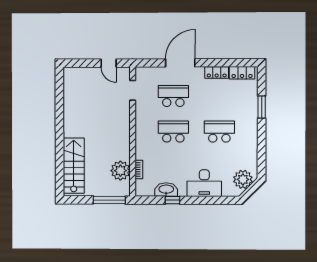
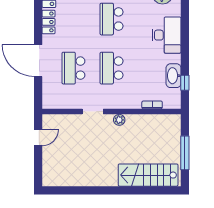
doorway: (133, 90) -> (93, 112), moved
plant: (120, 171) -> (119, 120), moved, width x0.53, depth x0.53
window: (109, 200) -> (185, 153), moved
window: (173, 200) -> (185, 83), moved

